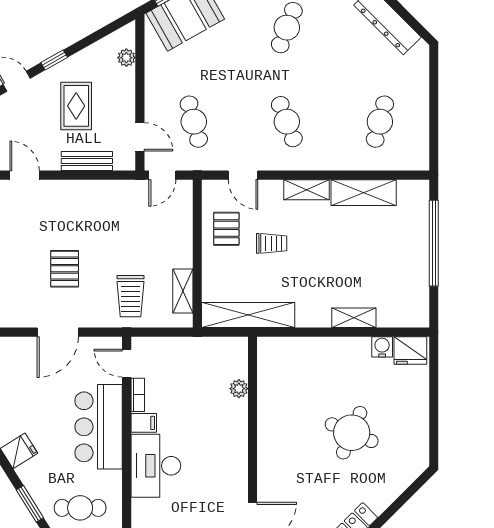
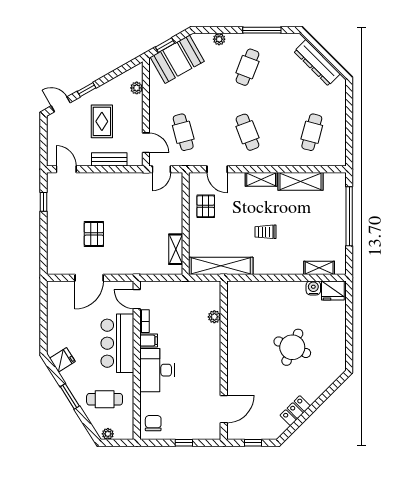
trolley: (272, 243) -> (266, 232), moved, turned 180
trolley: (131, 296) -> (139, 253), removed
shelving: (354, 318) -> (319, 268), moved

